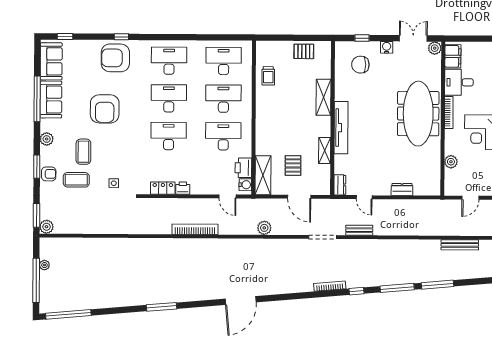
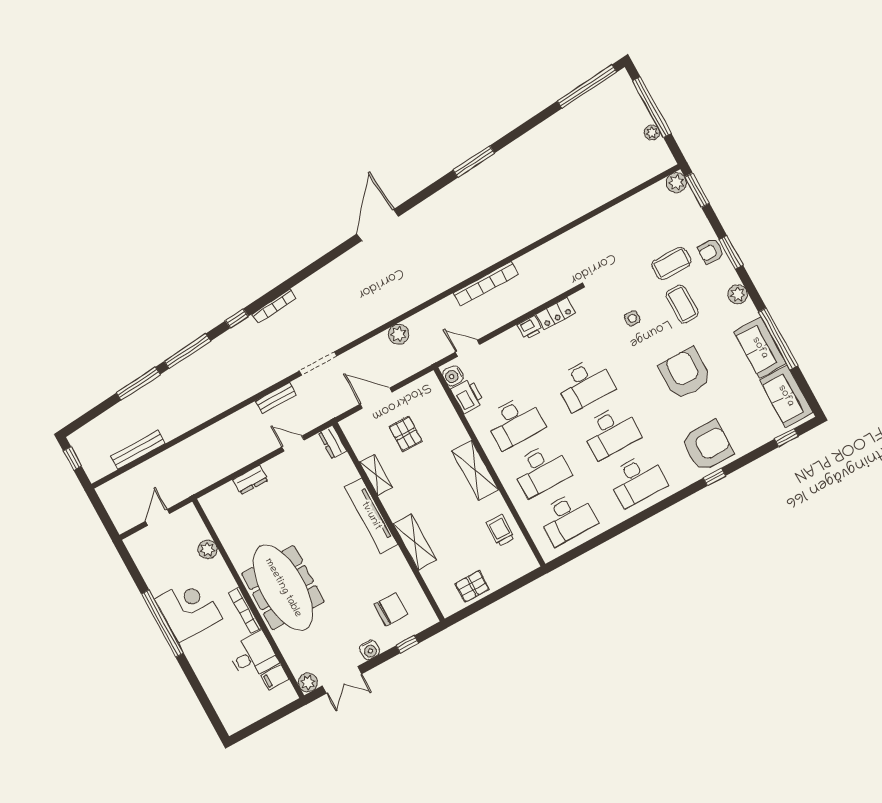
filing cabinet: (453, 56) -> (275, 677), width x0.50
shelving: (263, 175) -> (475, 470), moved
side table: (114, 183) -> (632, 318), moved

